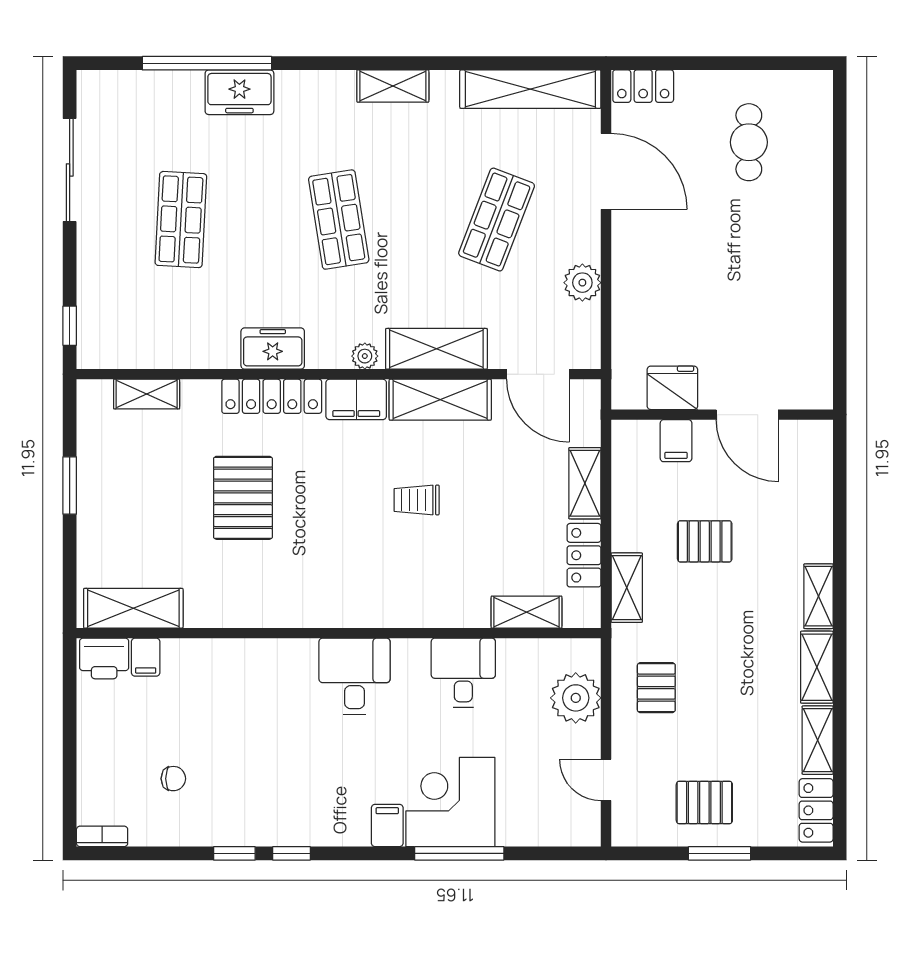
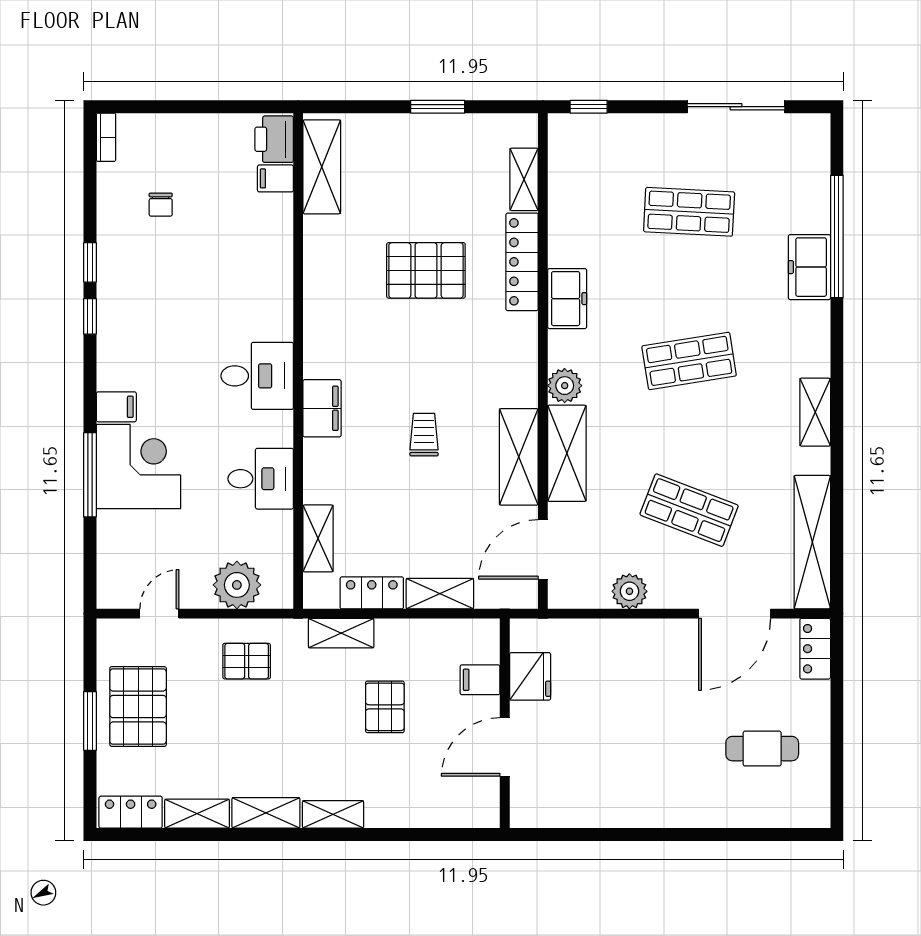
plant: (365, 356) -> (565, 386), width x1.38, depth x1.38
locker: (272, 396) -> (522, 262), moved
filing cabinet: (356, 399) -> (322, 408), moved, turned 180
pallet: (704, 802) -> (138, 707), width x1.50, depth x1.42

